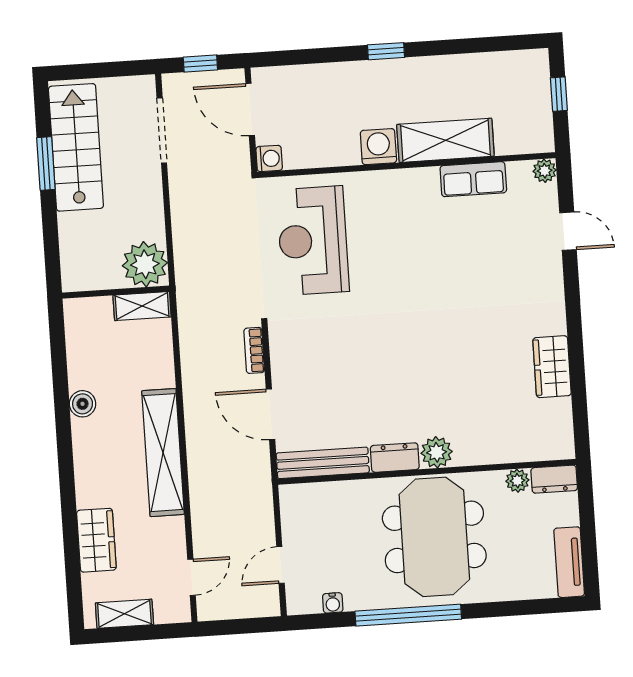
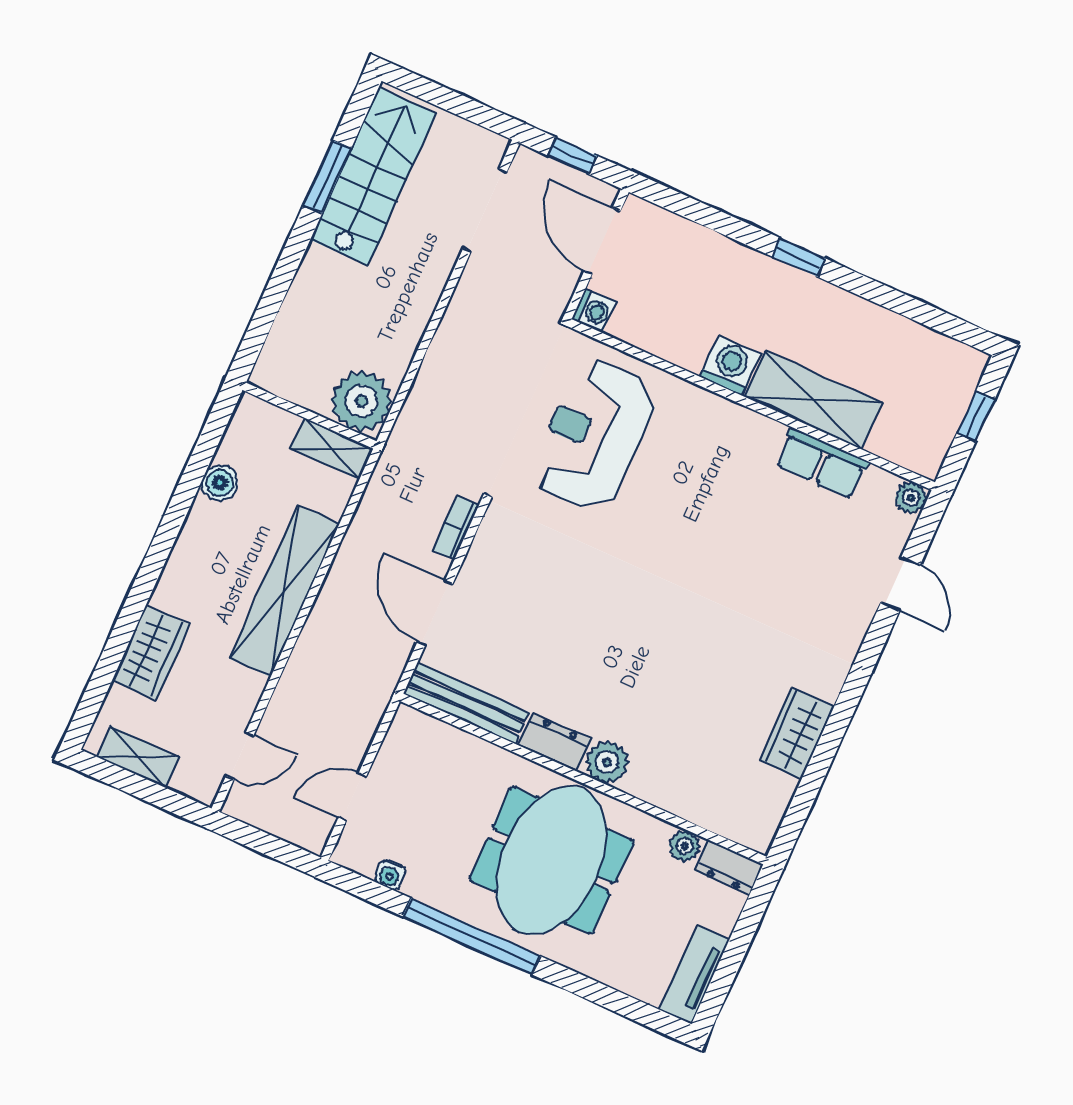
plant: (145, 264) -> (361, 401), moved
wall: (116, 292) -> (310, 416), moved
shelving: (142, 306) -> (332, 449), moved

